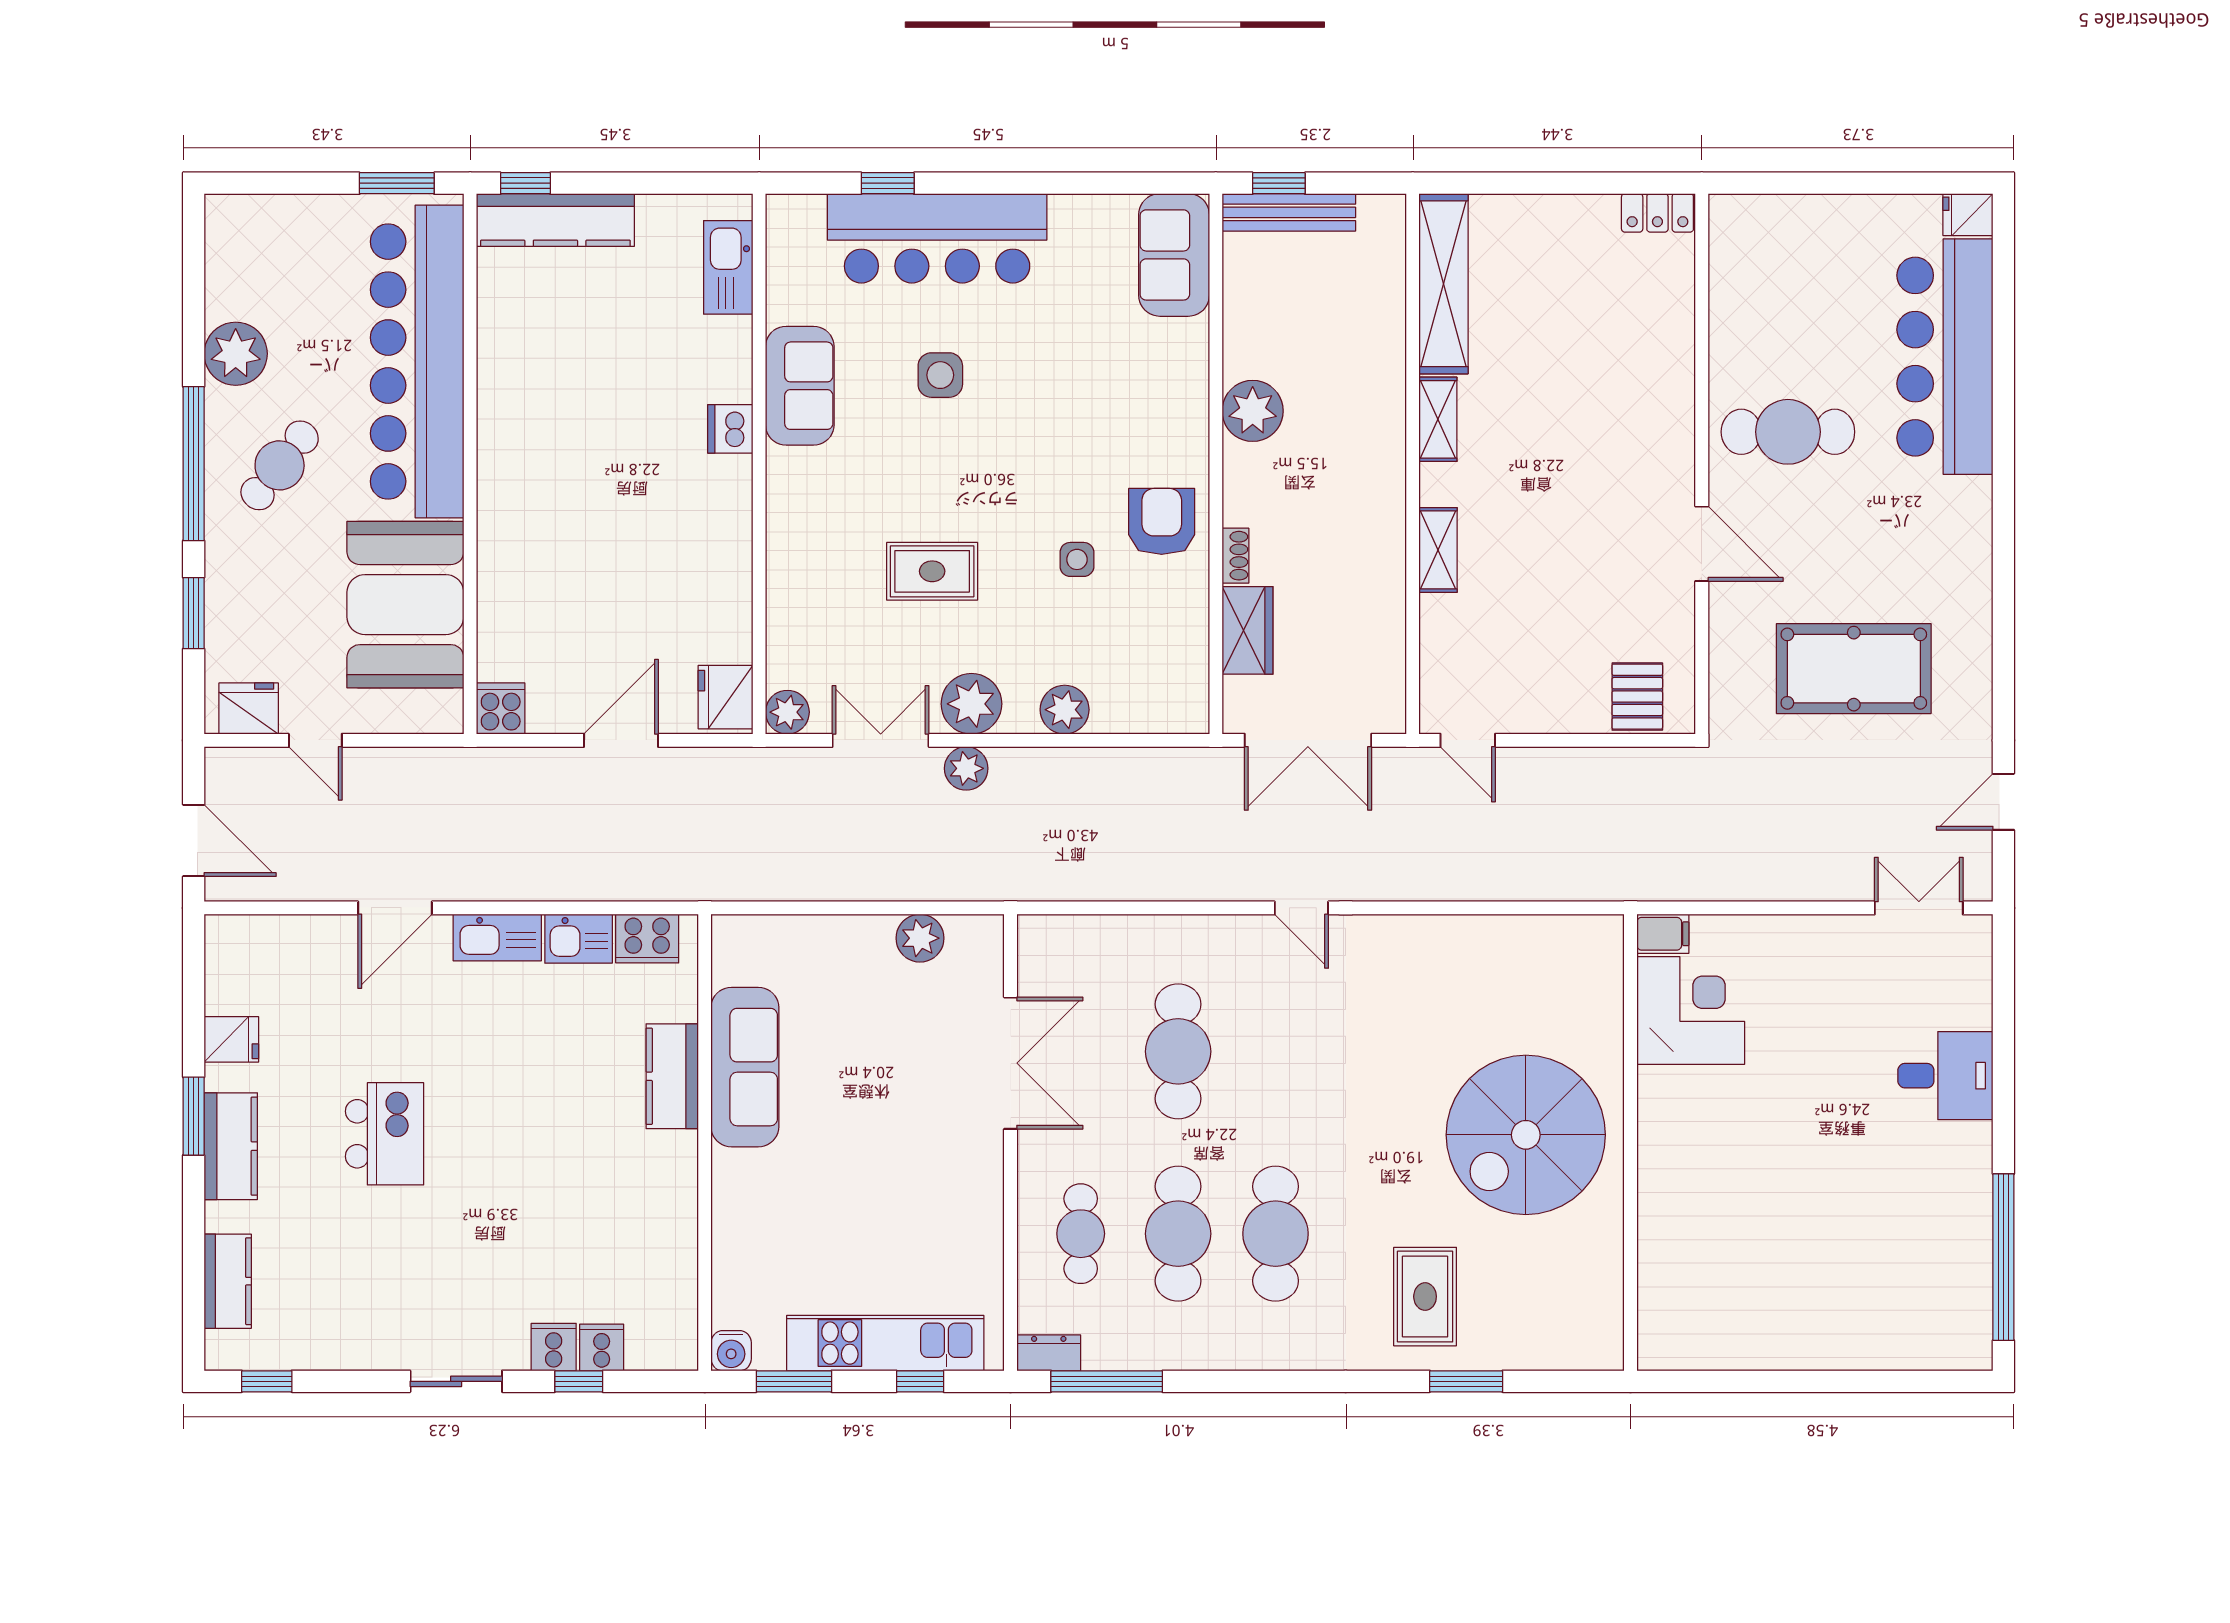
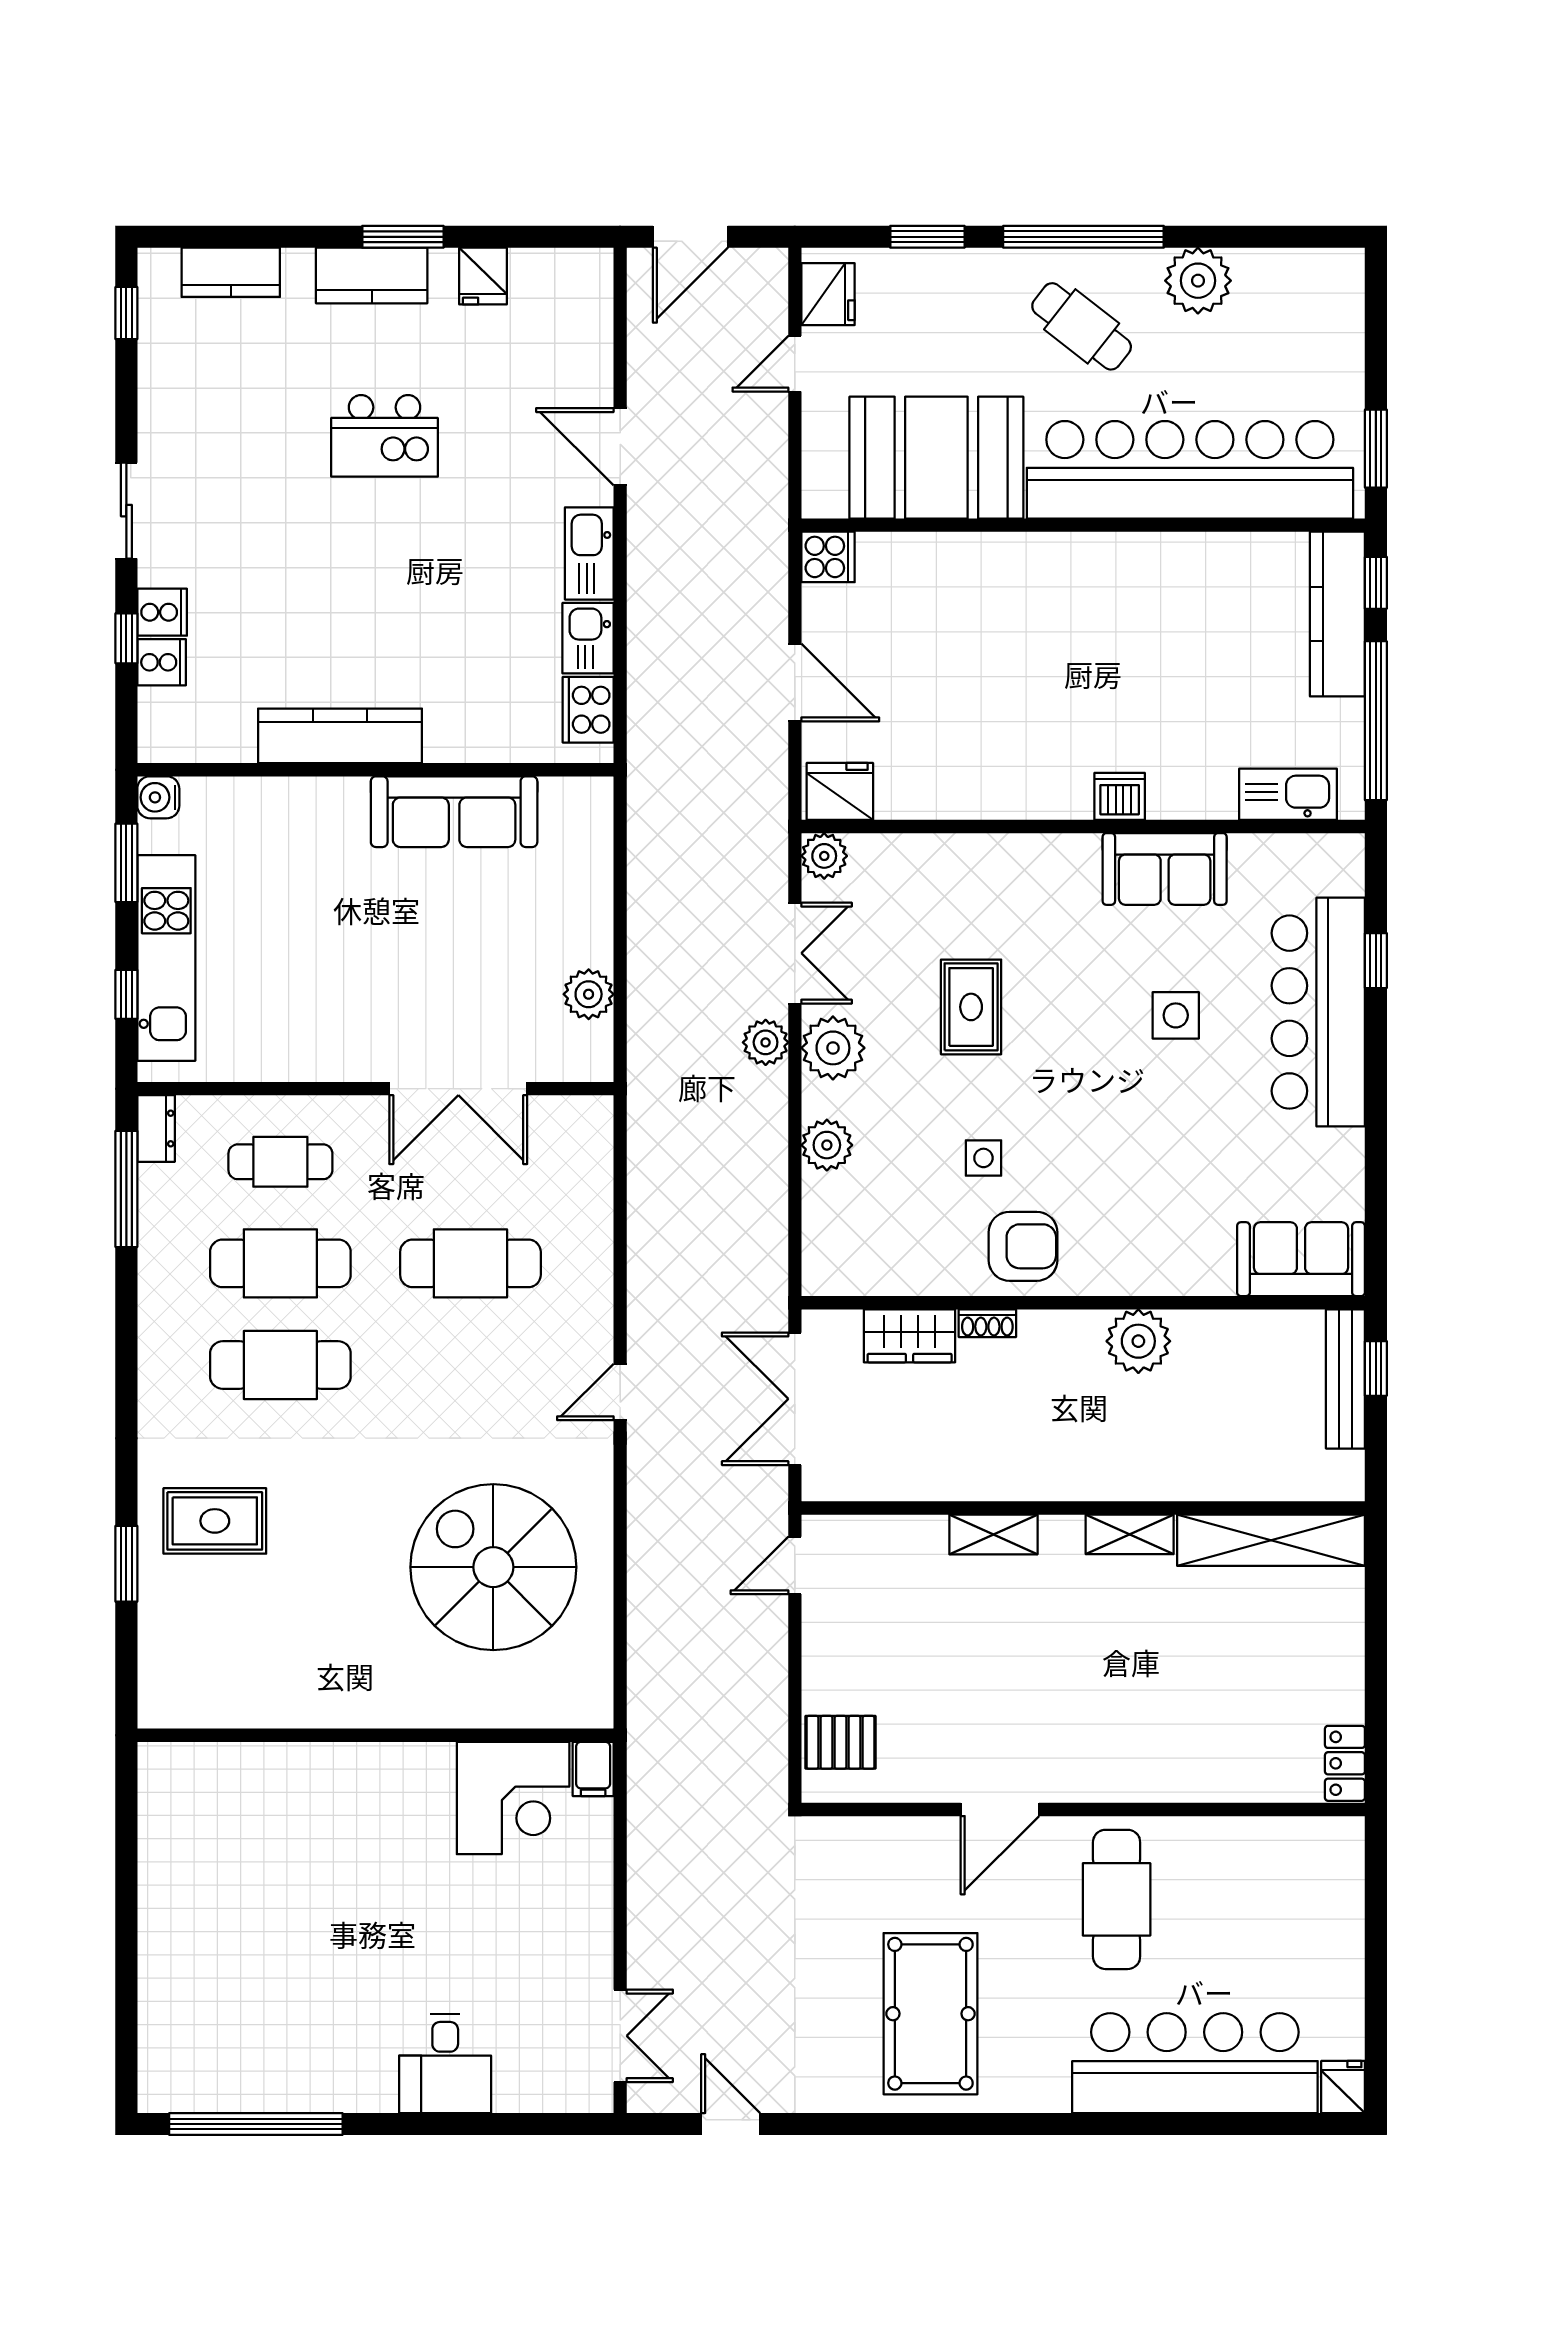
window: (658, 183) -> (1376, 721), added
pool table: (1854, 669) -> (930, 2014), moved
kitchen counter: (672, 1076) -> (340, 736), moved, width x1.50
spiral stairs: (1526, 1135) -> (493, 1567), moved

